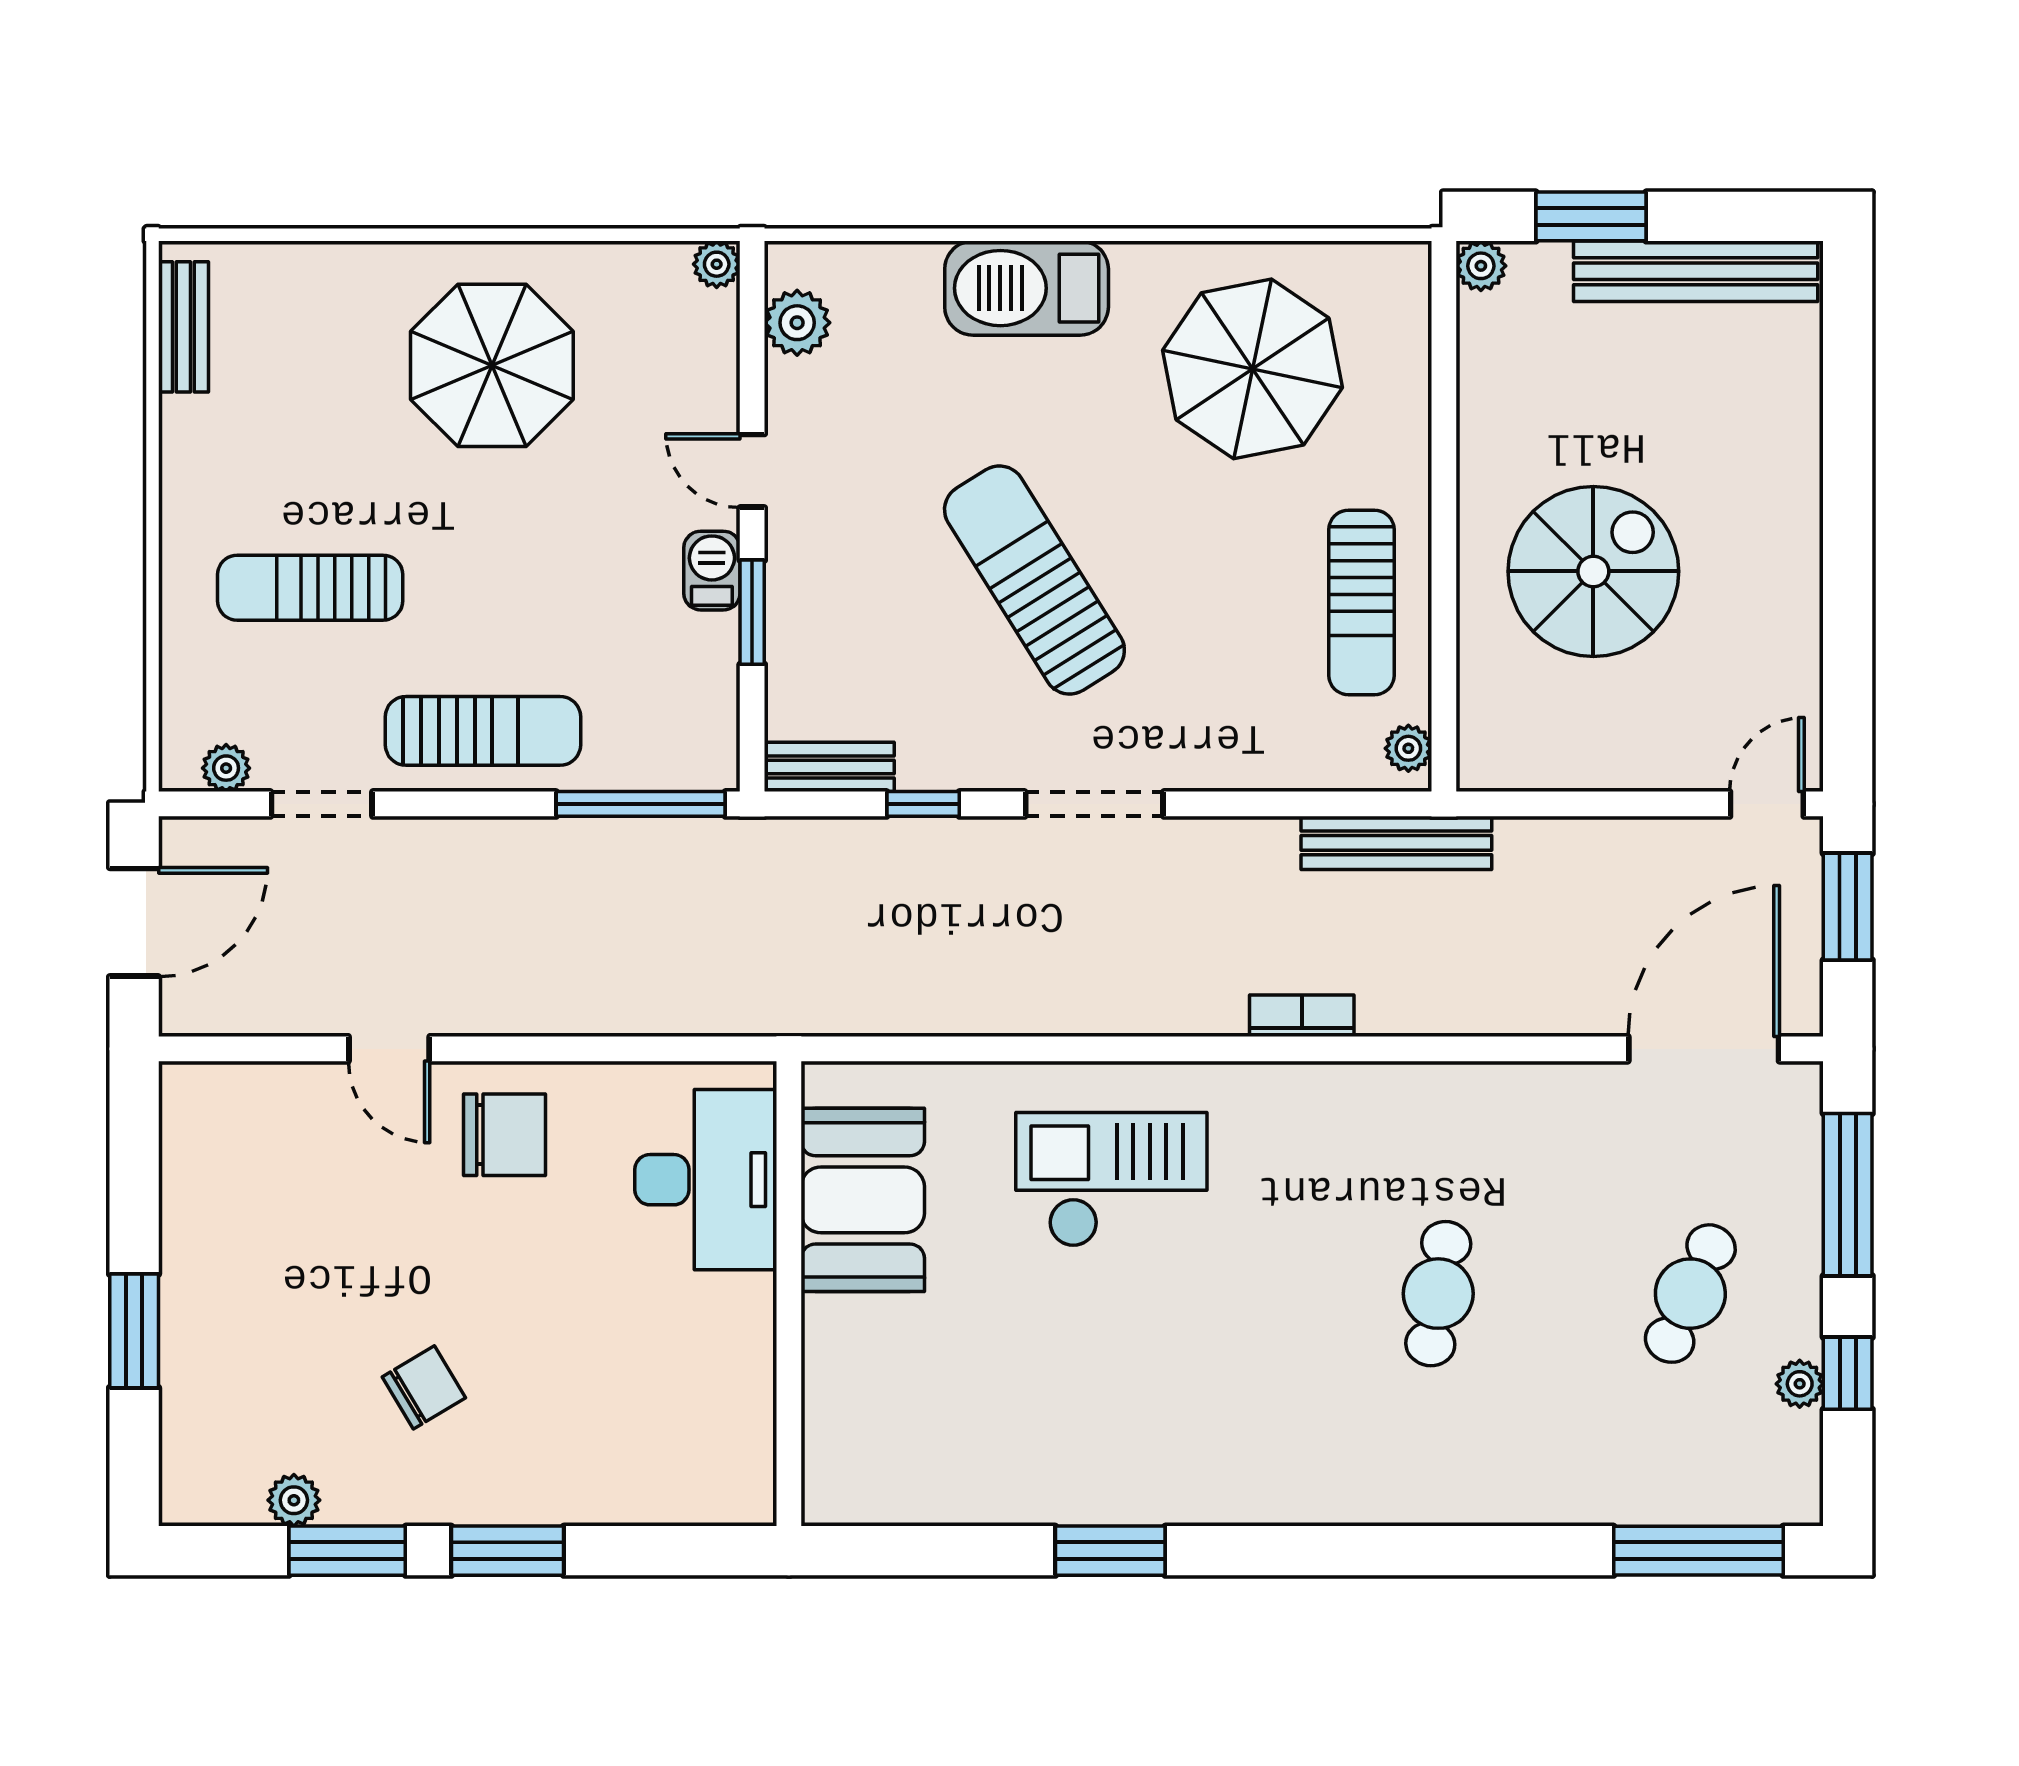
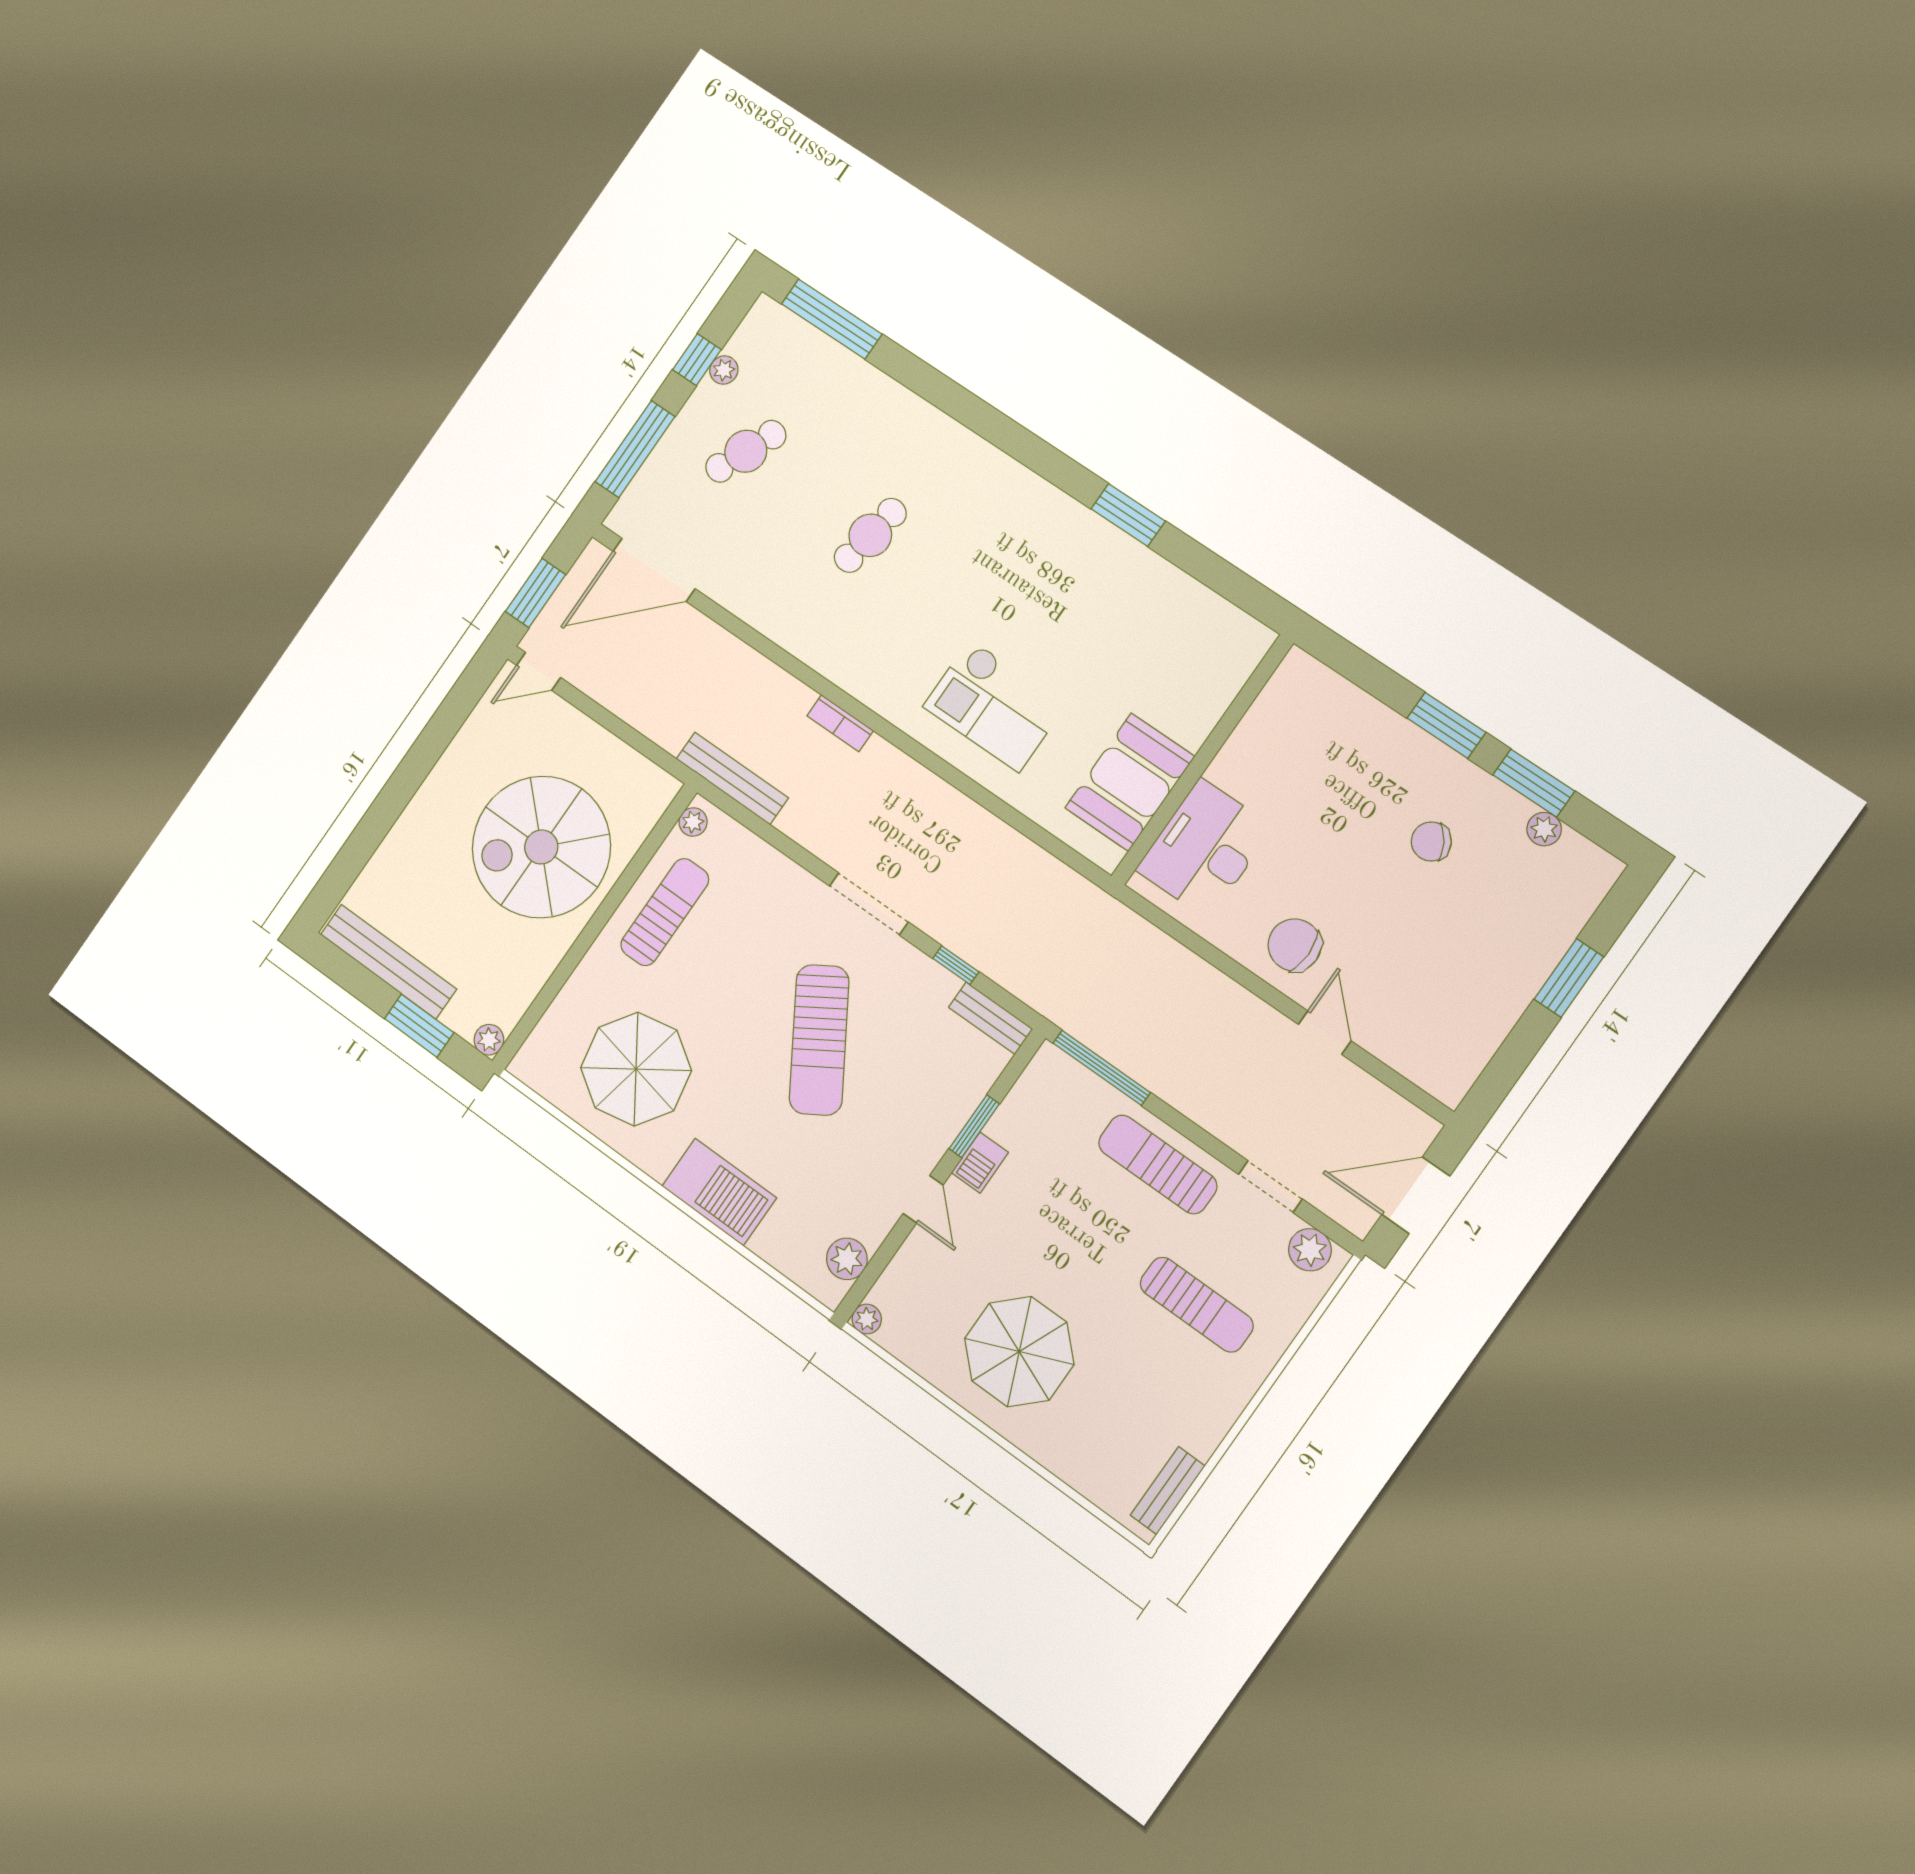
spiral stairs: (1593, 571) -> (541, 847), width x1.37, depth x1.37
plant: (226, 768) -> (1310, 1250), width x1.38, depth x1.38

